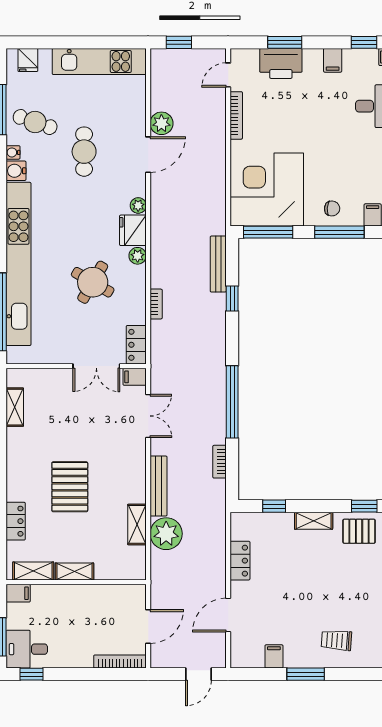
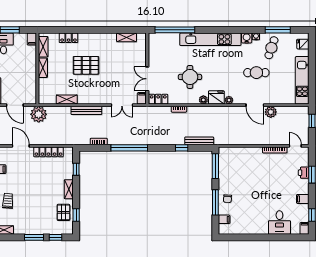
printer: (281, 63) -> (304, 173), width x0.53, depth x0.68
corner desk: (267, 190) -> (237, 165), removed
kitchen unit: (18, 264) -> (210, 39), width x0.73
round table: (93, 282) -> (190, 77), turned -30
plant: (166, 534) -> (39, 114), moved
locker: (240, 561) -> (48, 152), width x1.53

